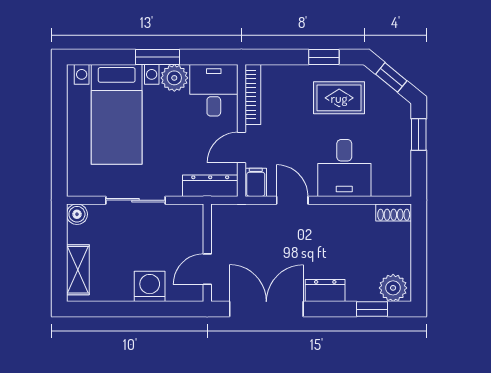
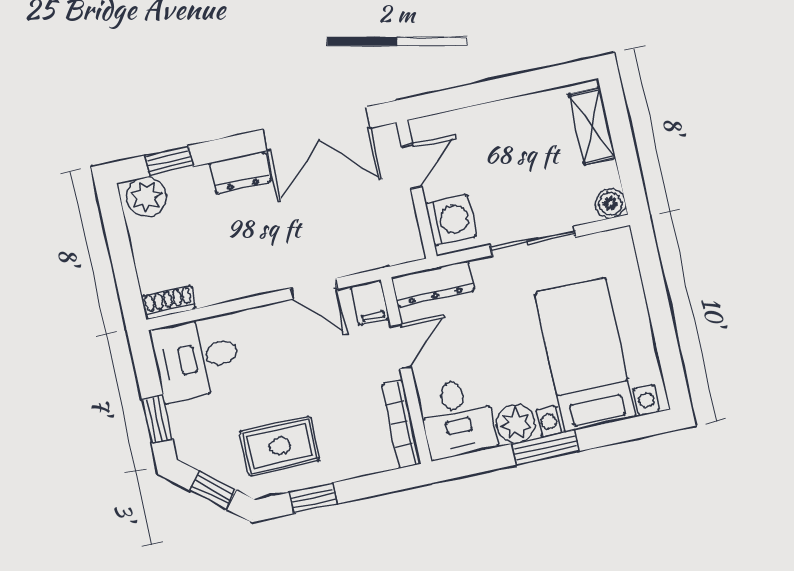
desk: (344, 168) -> (196, 358), moved, turned -90
washing machine: (150, 286) -> (451, 220), moved, turned -90

